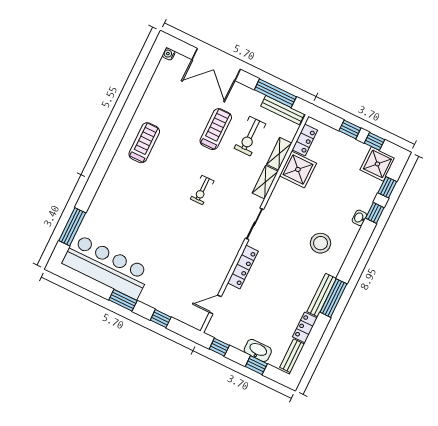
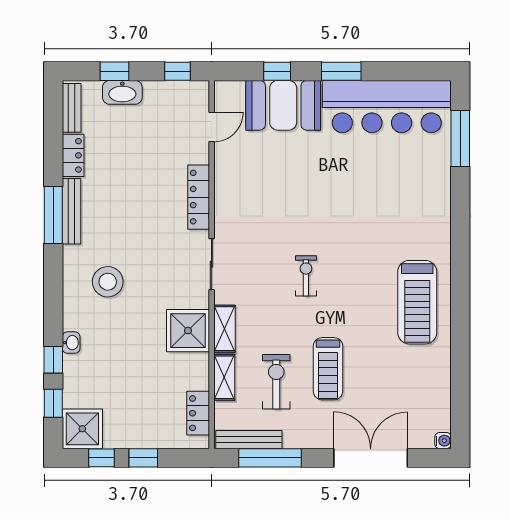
treadmill: (144, 143) -> (417, 302), width x1.37, depth x1.37
shower: (298, 169) -> (188, 331), moved
booth: (167, 297) -> (283, 105), added

